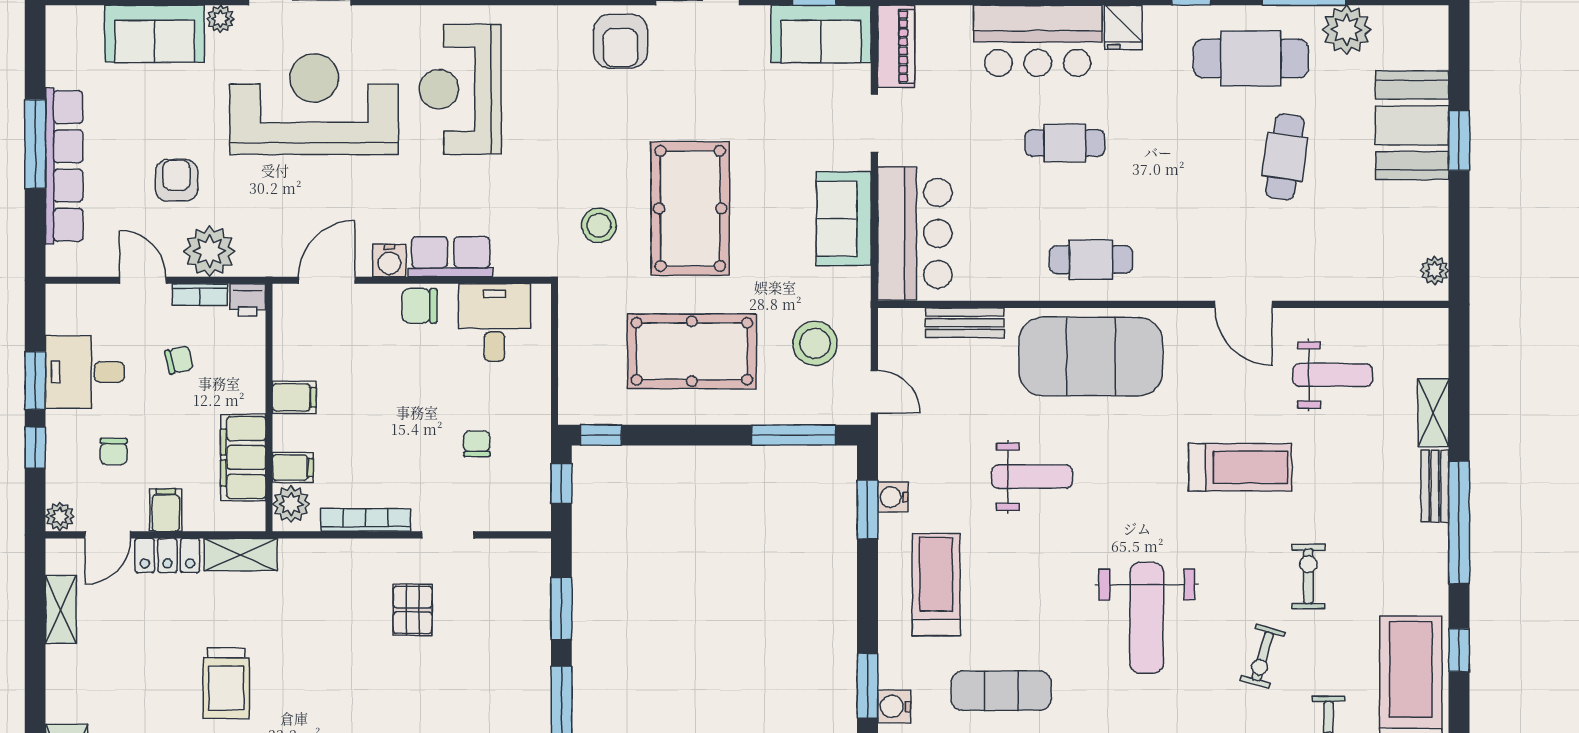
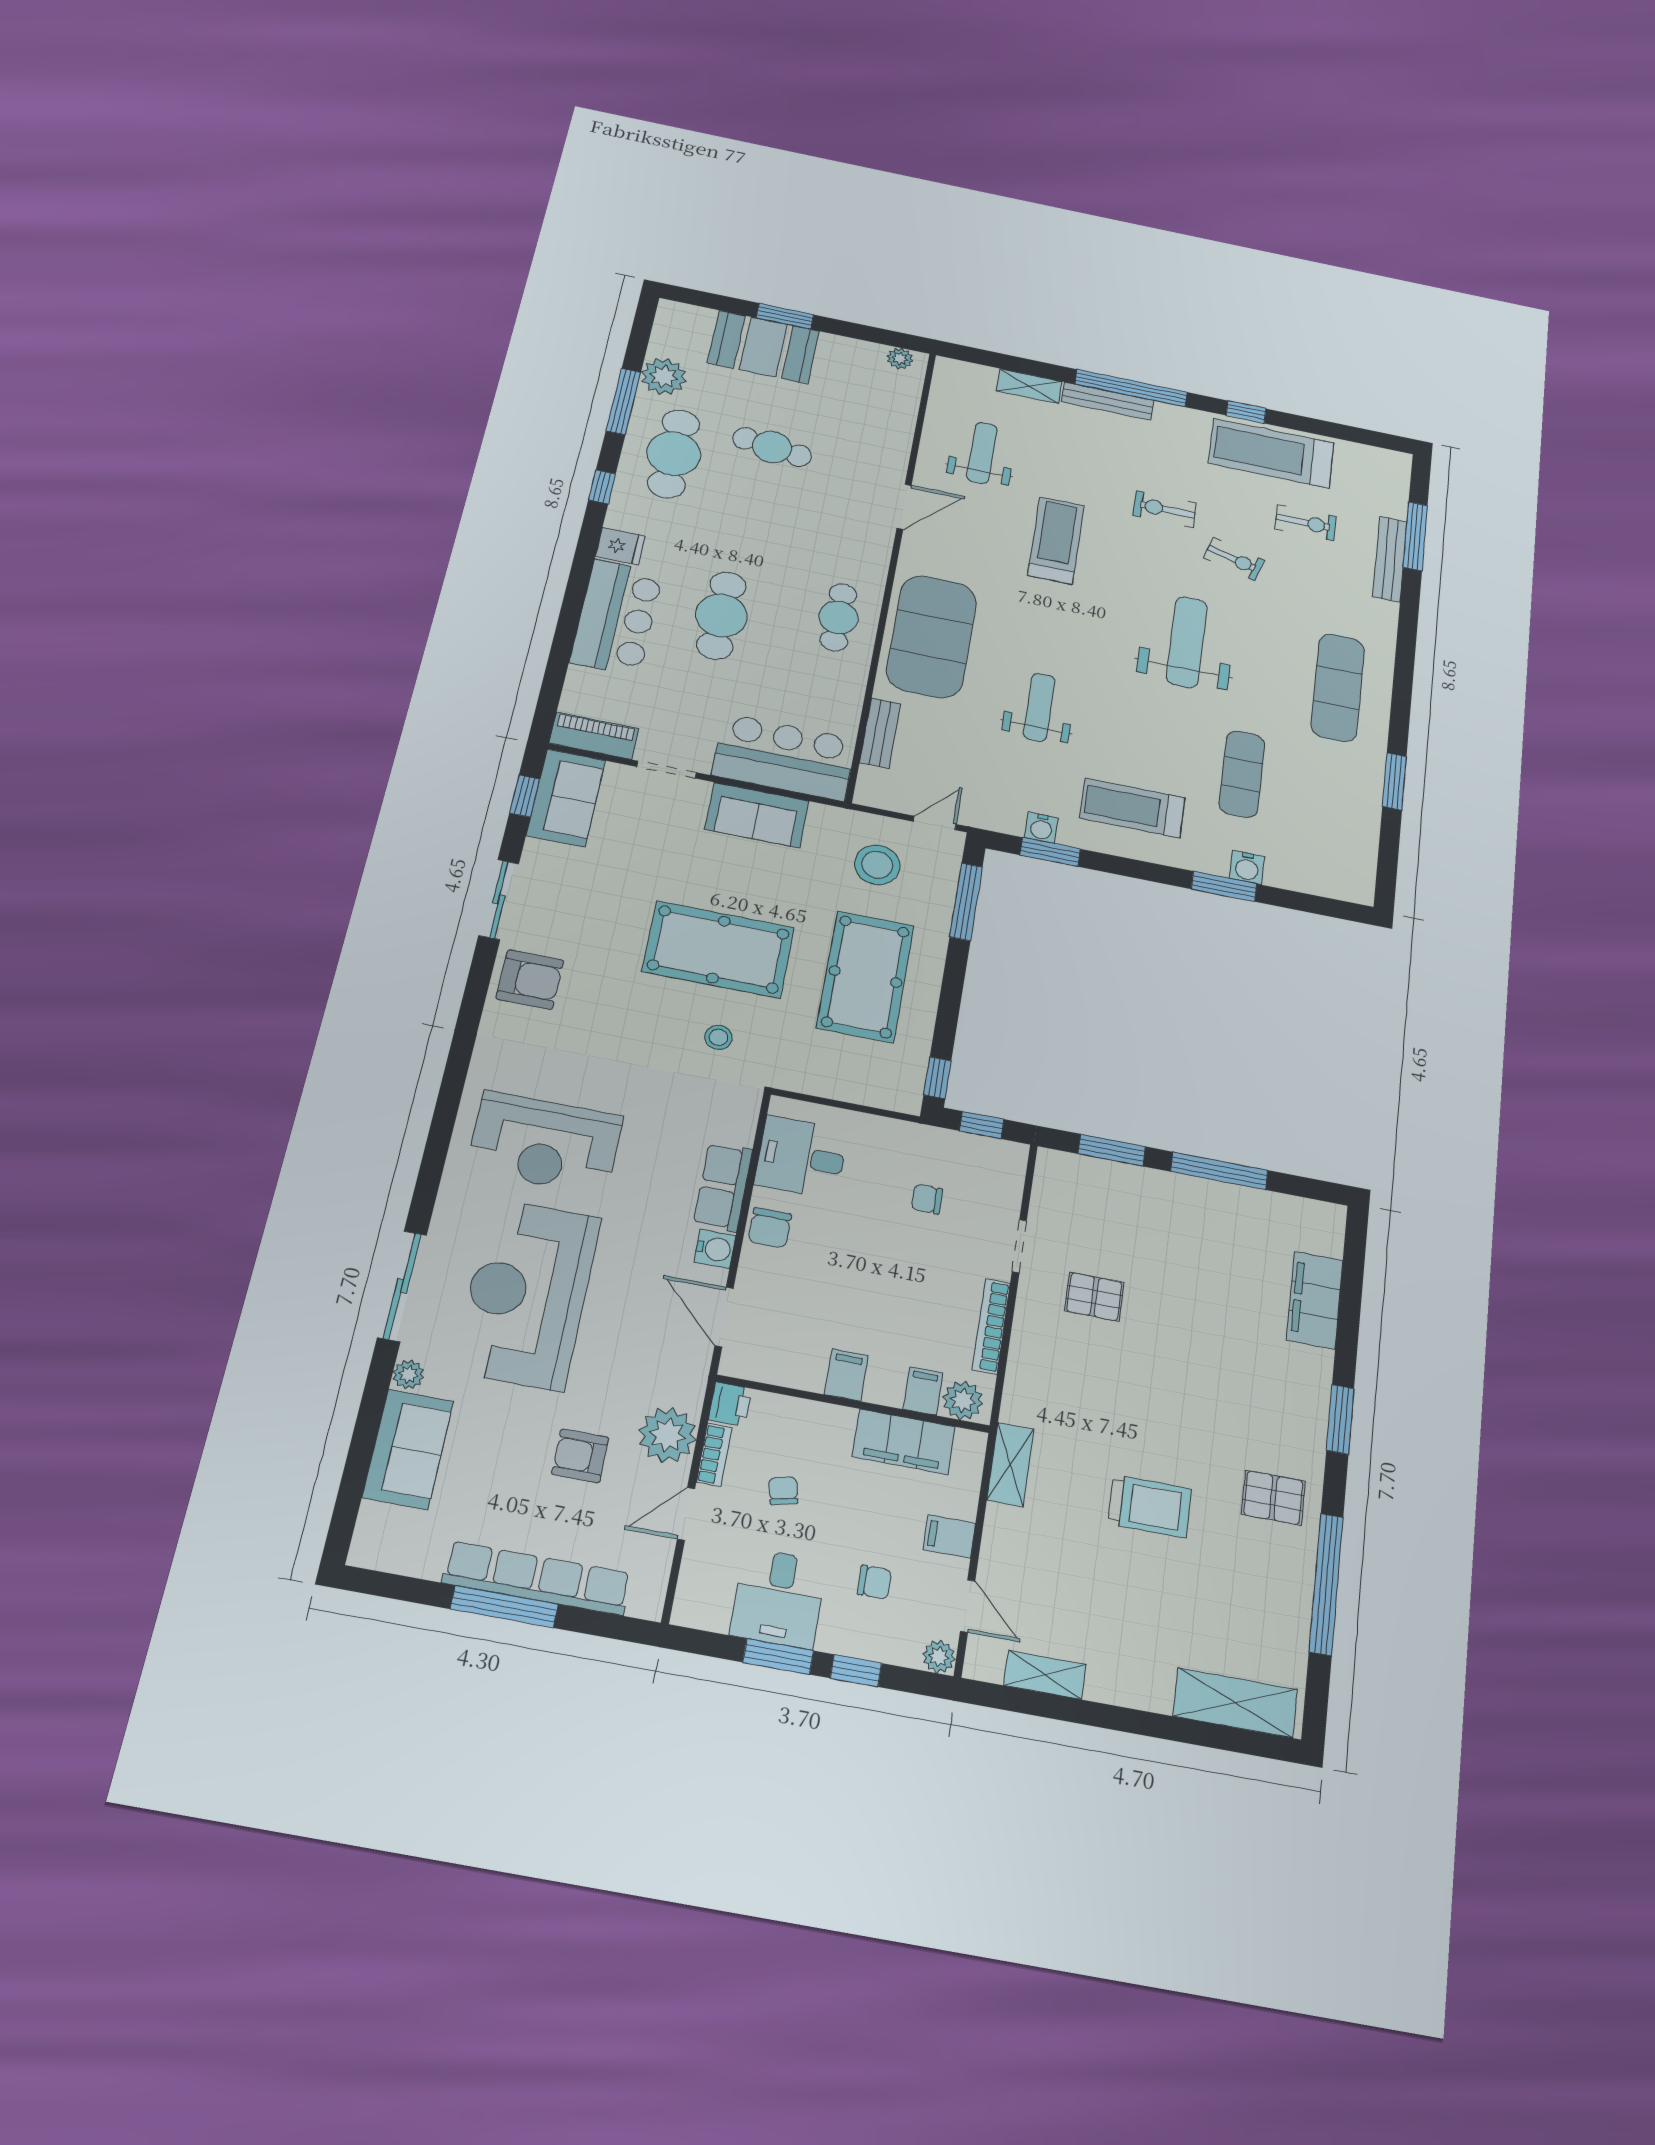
cafe table: (1065, 143) -> (721, 615), width x1.37, depth x1.35
stool: (599, 225) -> (718, 1037), width x0.73, depth x0.73
bench: (1435, 486) -> (1108, 401), width x1.36
locker: (167, 555) -> (1000, 1544), removed
weight bench: (1147, 618) -> (1187, 642), turned -90

